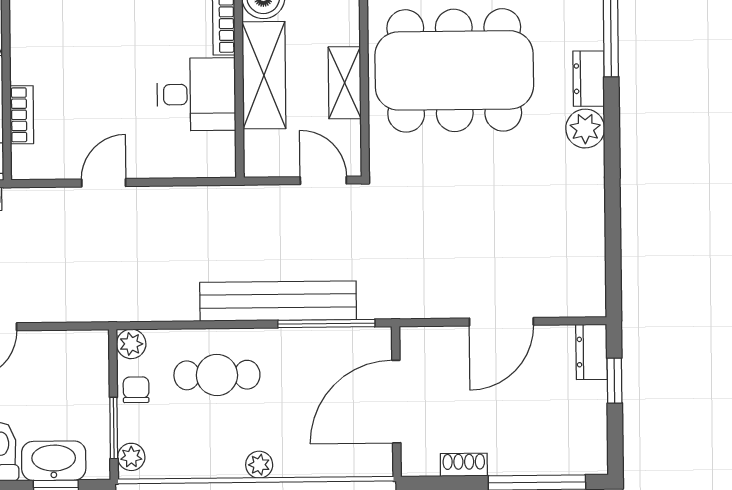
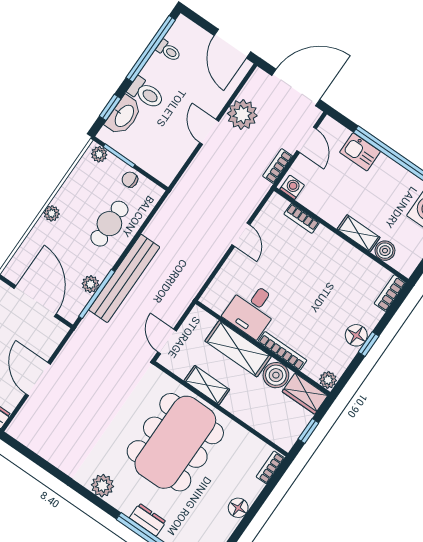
dresser: (589, 79) -> (148, 520), moved
door: (323, 180) -> (167, 341), swing flipped
plant: (131, 344) -> (91, 284), moved
chair: (136, 390) -> (130, 180), turned 180

